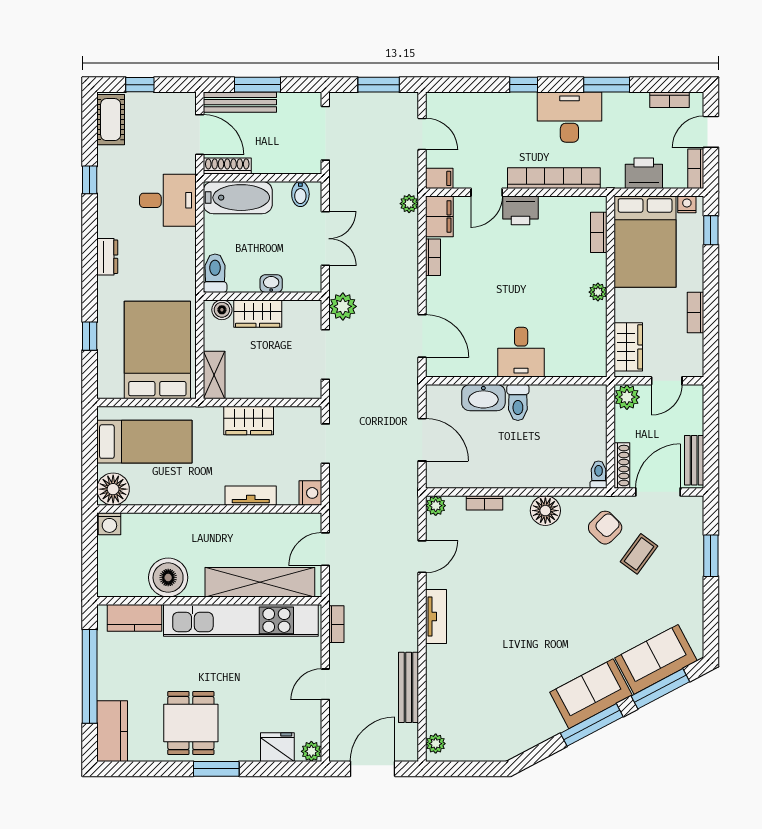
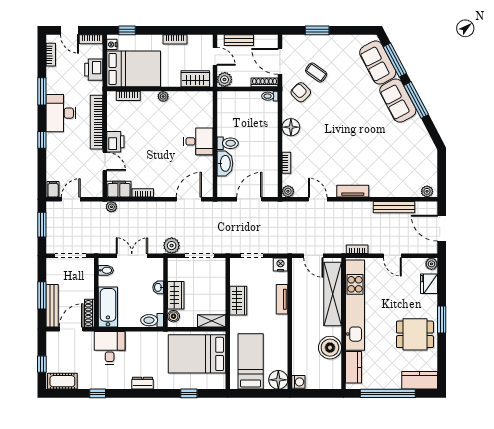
filing cabinet: (439, 178) -> (53, 189), moved
bench: (694, 460) -> (239, 40), moved

